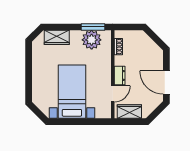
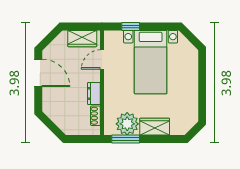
wardrobe: (57, 37) -> (155, 127), moved
dresser: (120, 75) -> (94, 93), moved
window: (89, 122) -> (131, 26), added

